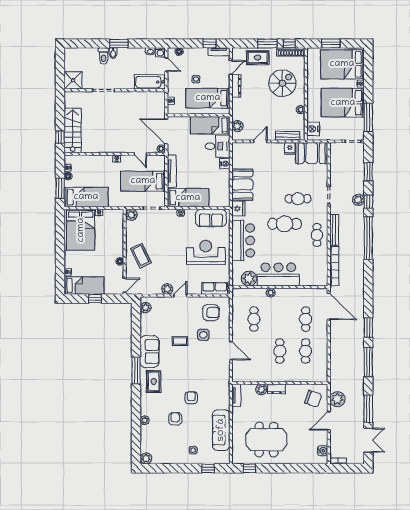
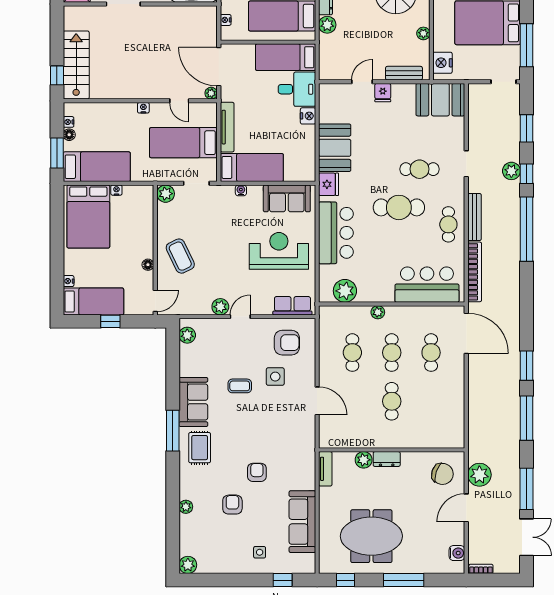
plant: (237, 126) -> (327, 25), moved
fridge: (290, 148) -> (383, 93), moved
bar counter: (278, 274) -> (427, 285), moved
cafe table: (306, 351) -> (392, 353), moved
window: (288, 468) -> (404, 580), added

